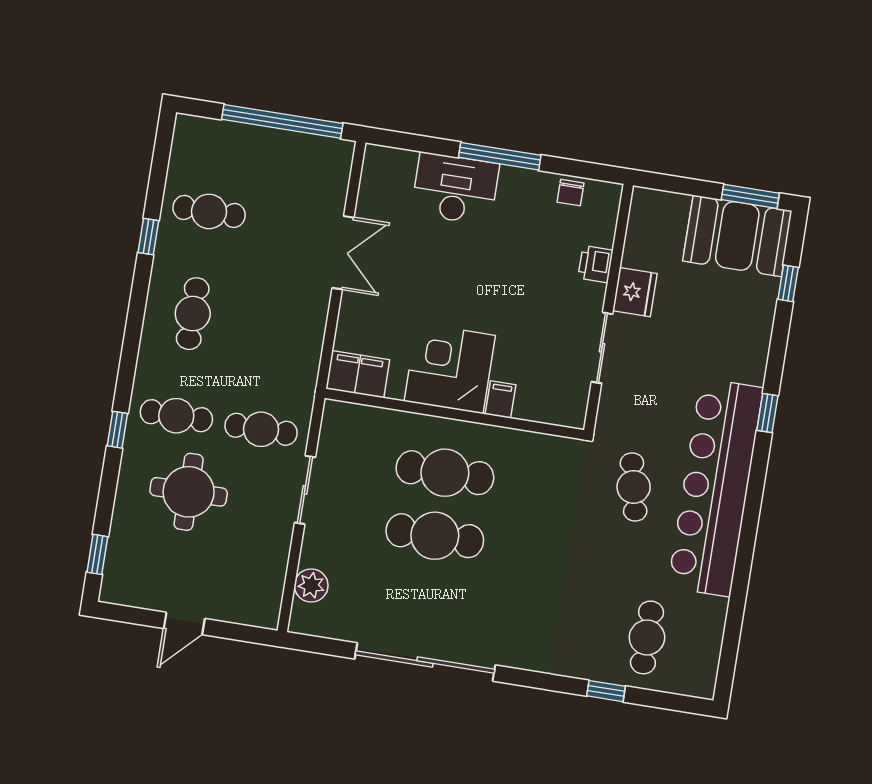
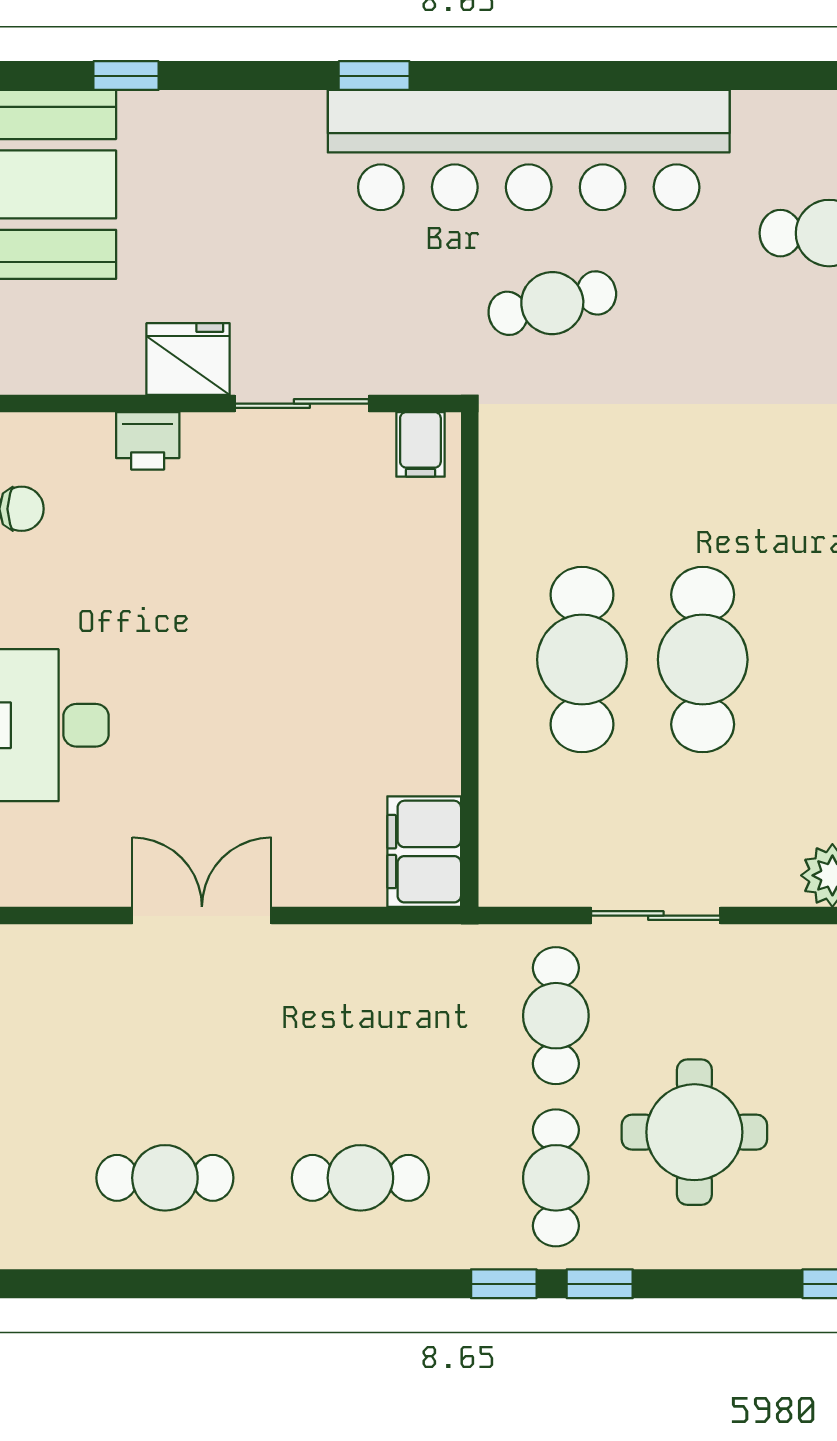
cafe table: (209, 211) -> (165, 1178), turned 90
window: (148, 237) -> (504, 1284), moved
corner desk: (450, 368) -> (386, 682), removed
filing cabinet: (501, 400) -> (420, 444), moved, turned -90

